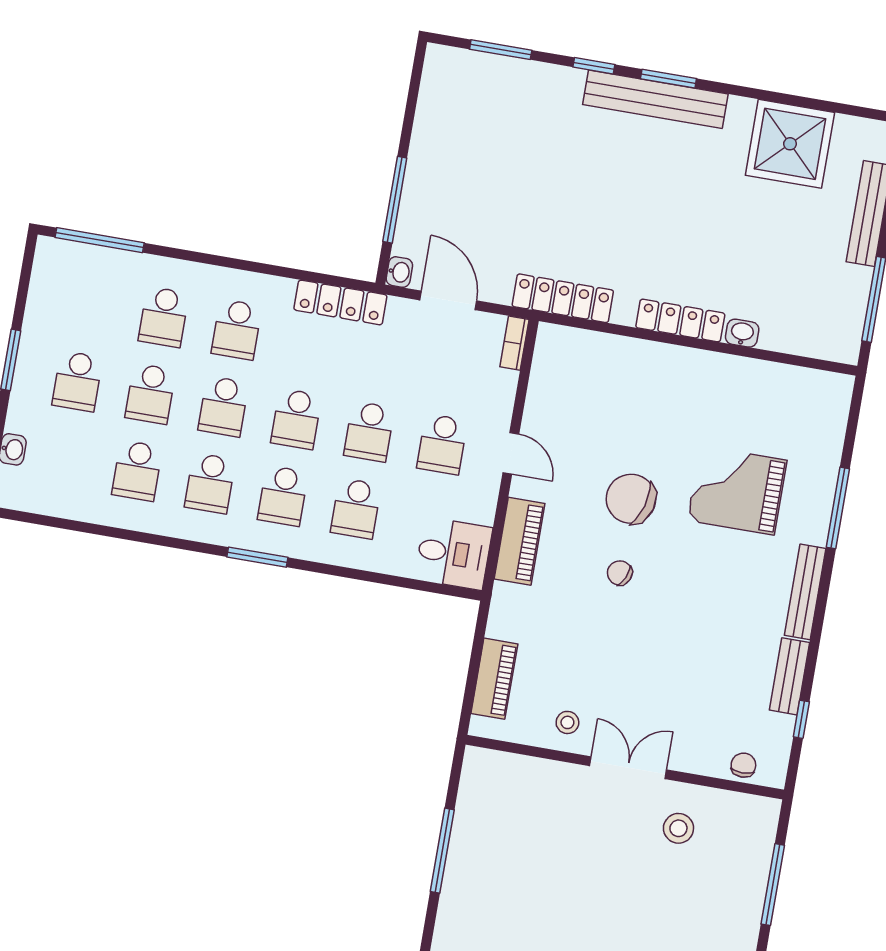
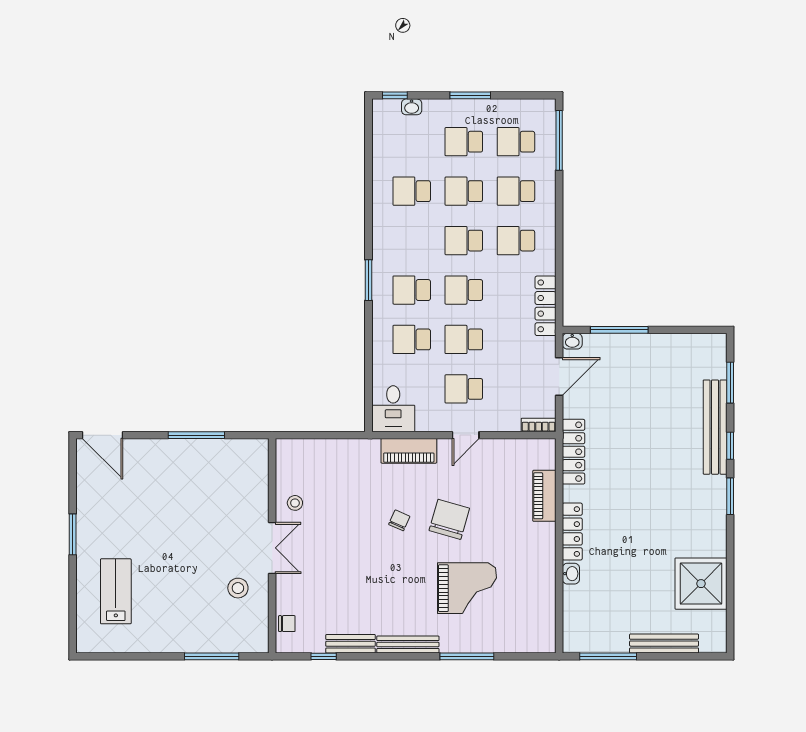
bench: (655, 99) -> (715, 427), moved
school desk: (210, 483) -> (516, 142), moved
grand piano: (737, 490) -> (467, 588), turned 90
piano: (494, 679) -> (544, 496), moved, turned 90

